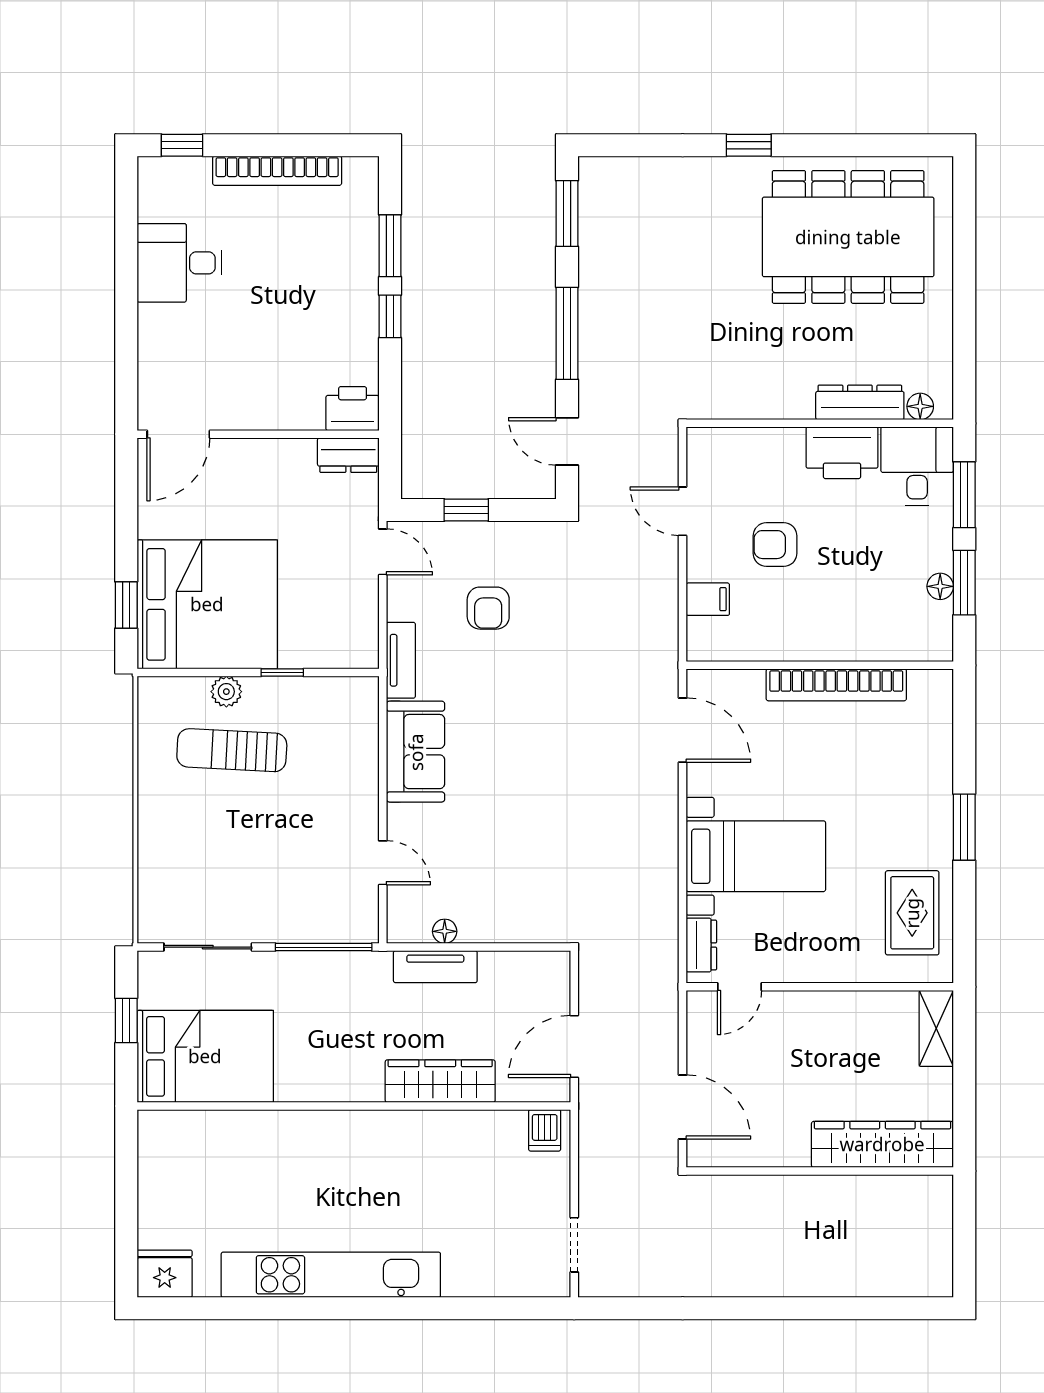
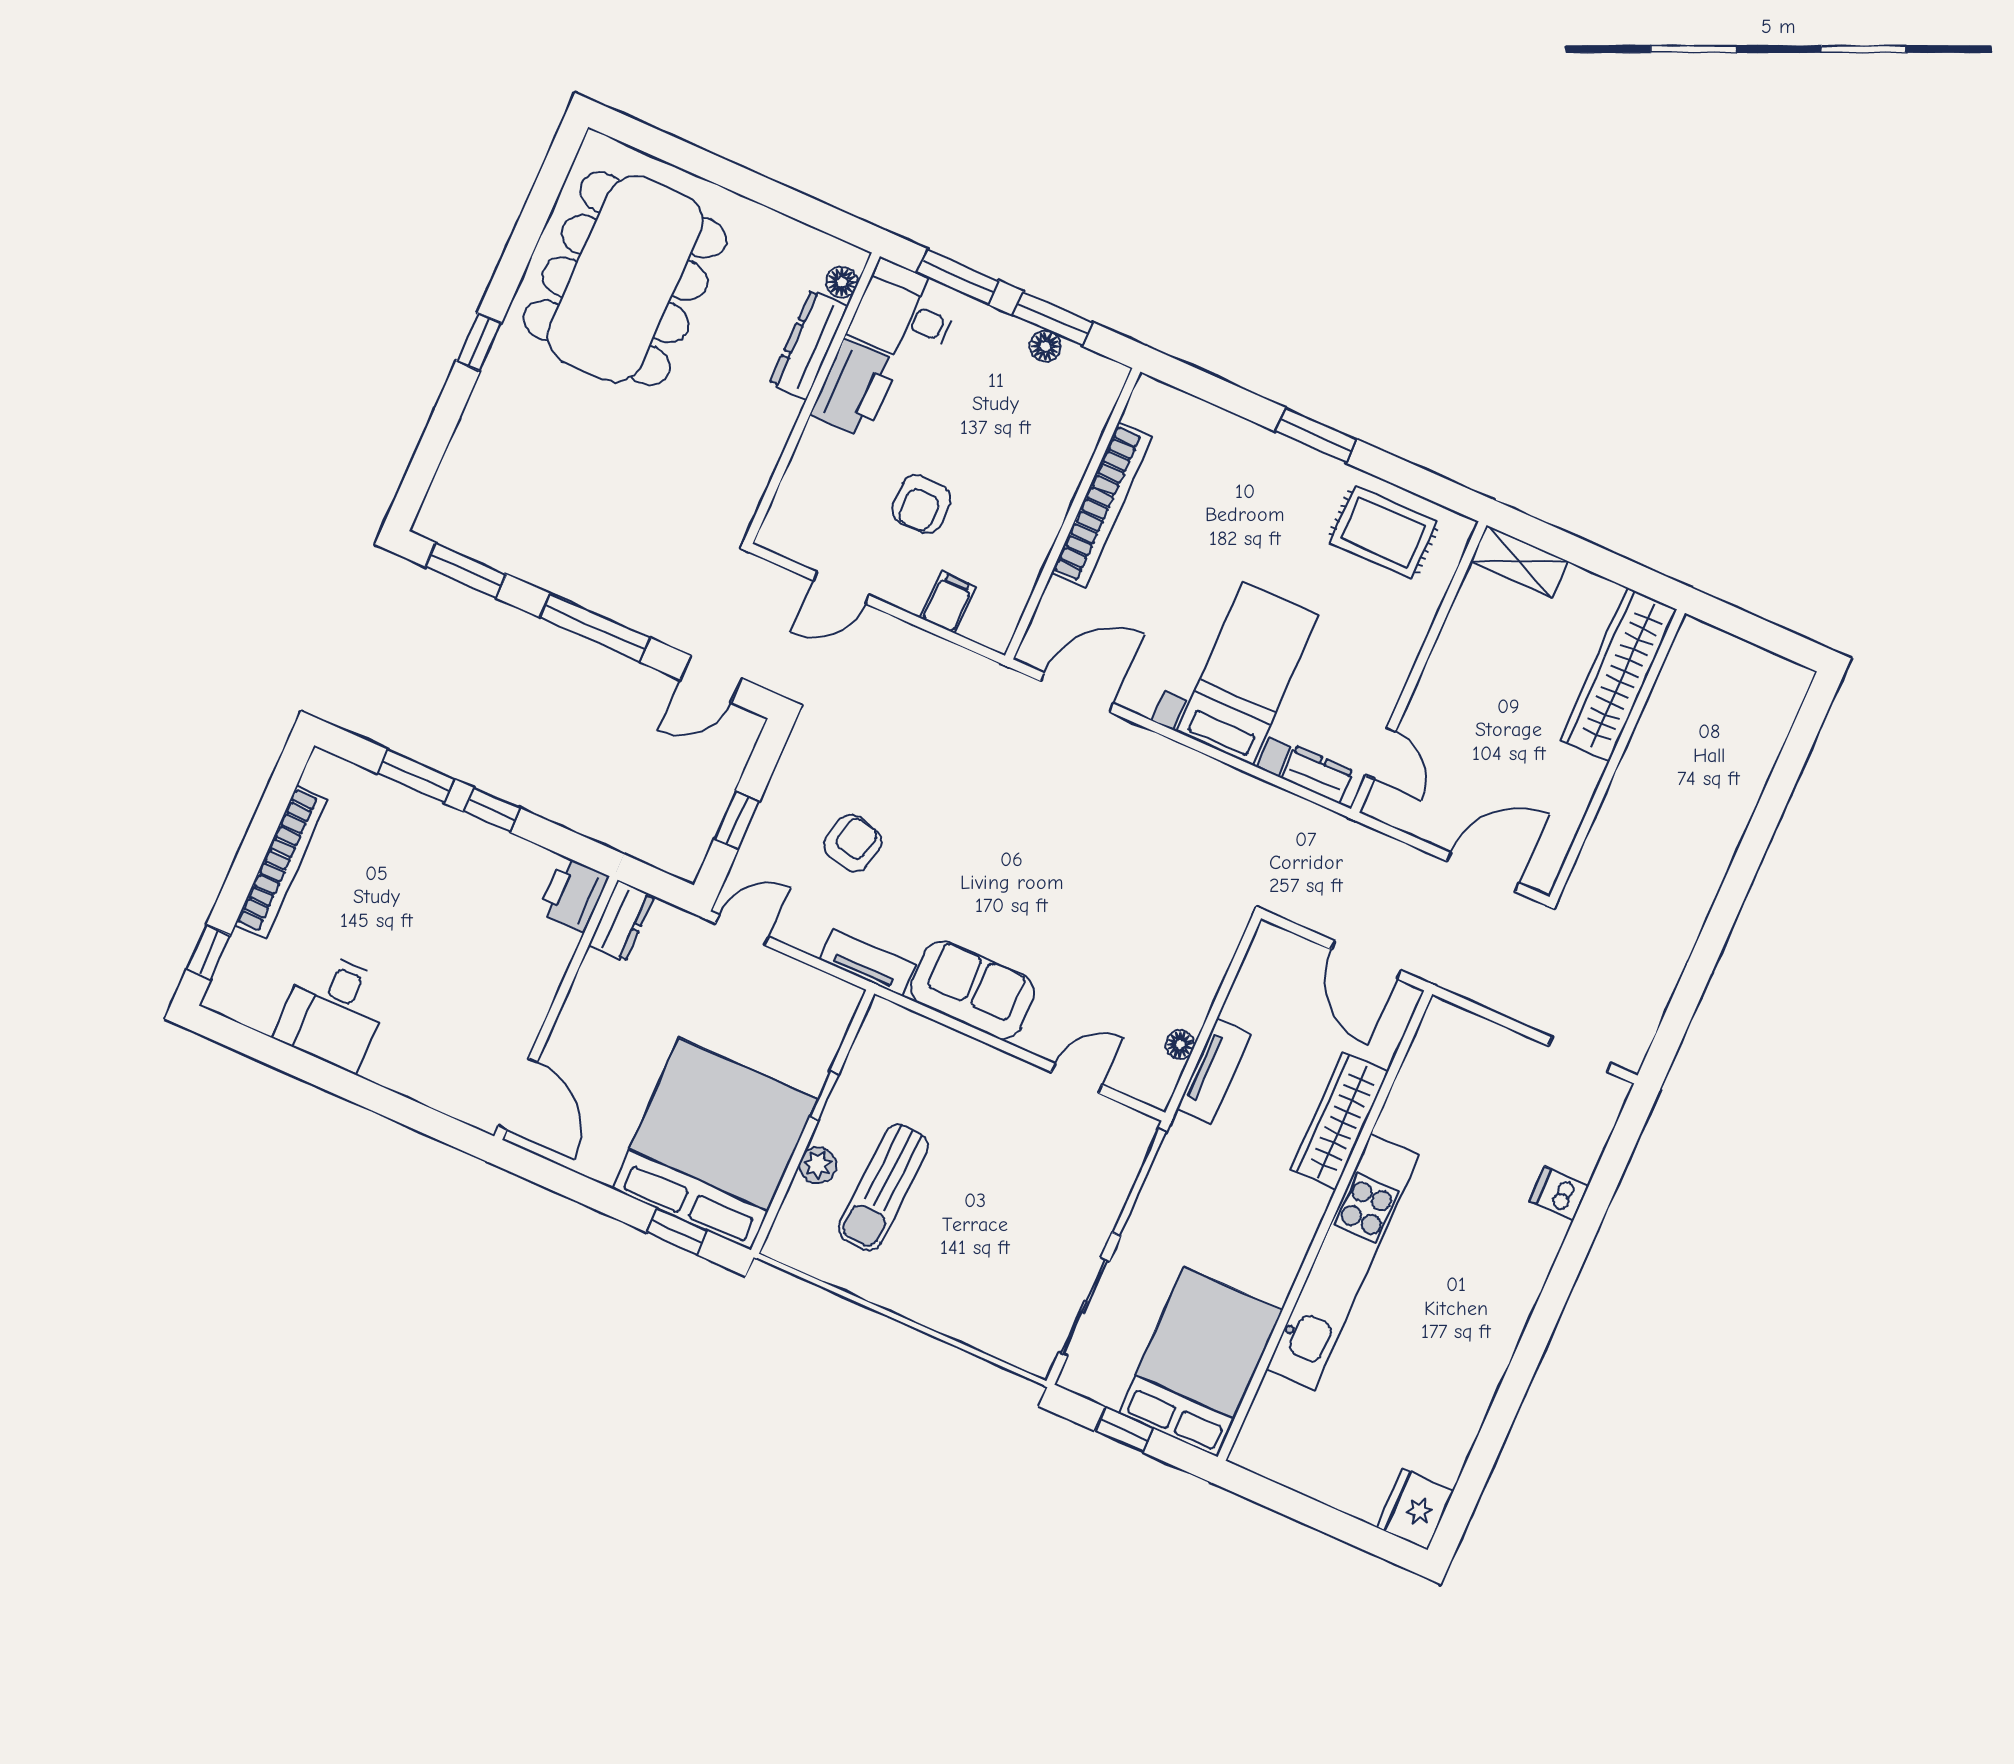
armchair: (488, 608) -> (853, 843), turned -76
dishwasher: (545, 1130) -> (1559, 1193), moved, turned 180
kitchen unit: (331, 1275) -> (1342, 1262), moved, turned 180

